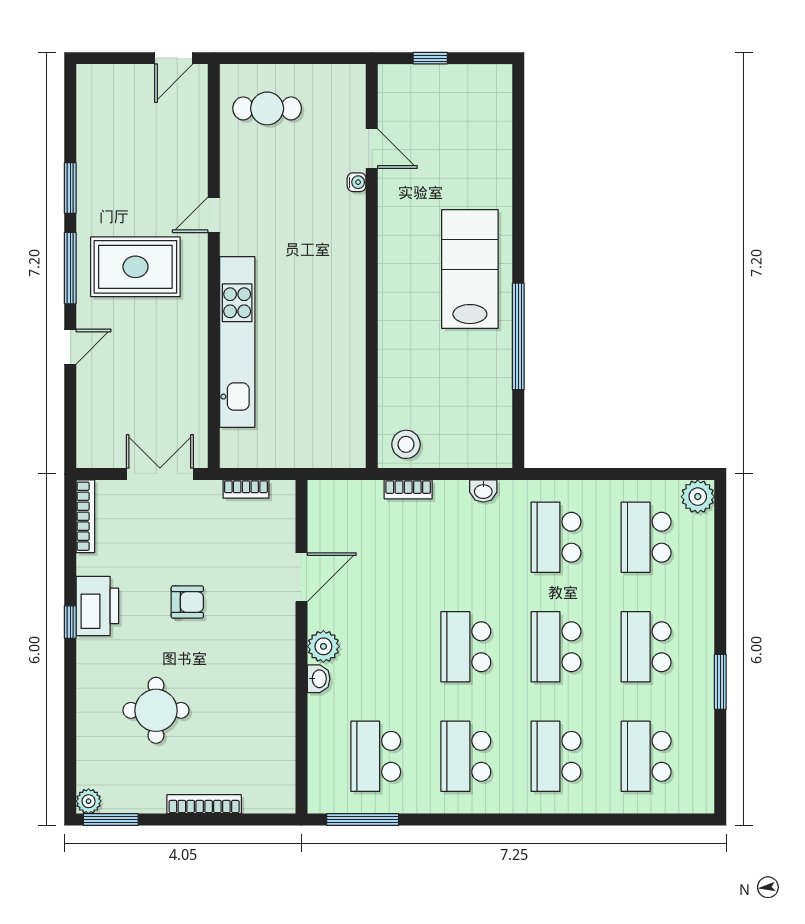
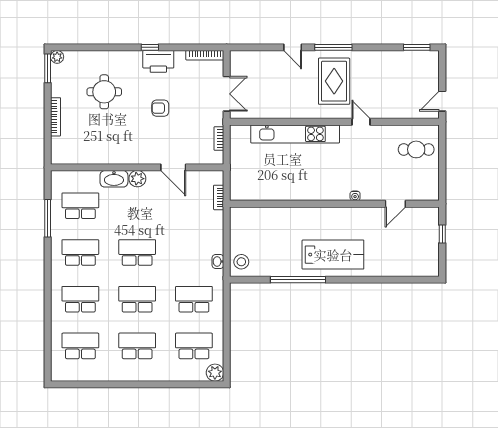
door: (174, 58) -> (442, 101), hinge flipped
cafe table: (267, 108) -> (416, 149), turned 90
water cooler: (357, 182) -> (355, 196), moved
window: (70, 188) -> (417, 47), moved
stool: (406, 444) -> (241, 262), moved
bookcase: (408, 489) -> (219, 197), moved
armchair: (187, 602) -> (160, 108), turned 90
washbasin: (319, 679) -> (114, 179), width x1.91, depth x1.45
window: (720, 682) -> (119, 384), removed
window: (363, 820) -> (48, 218), moved

